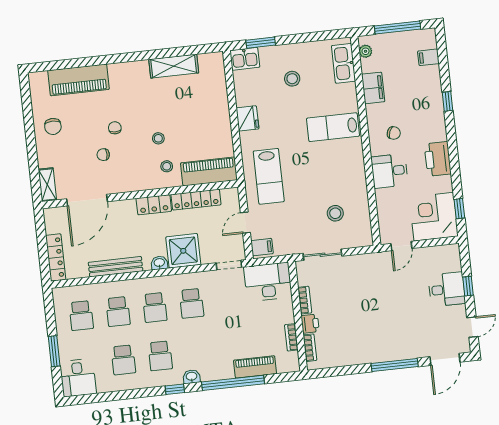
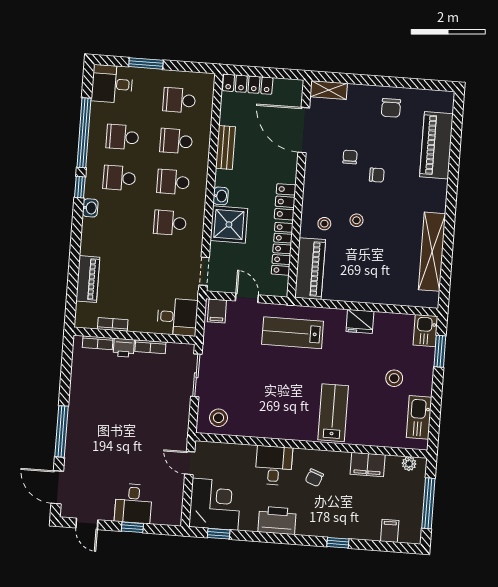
kitchen sink: (343, 63) -> (419, 417), moved, turned -90
shelving: (174, 66) -> (432, 252), width x1.47
chair: (53, 126) -> (391, 108), turned -90
stool: (335, 213) -> (218, 418), moved
bench: (116, 267) -> (225, 148), width x0.73
desk: (268, 282) -> (177, 317), width x0.73
window: (233, 383) -> (84, 133), moved

